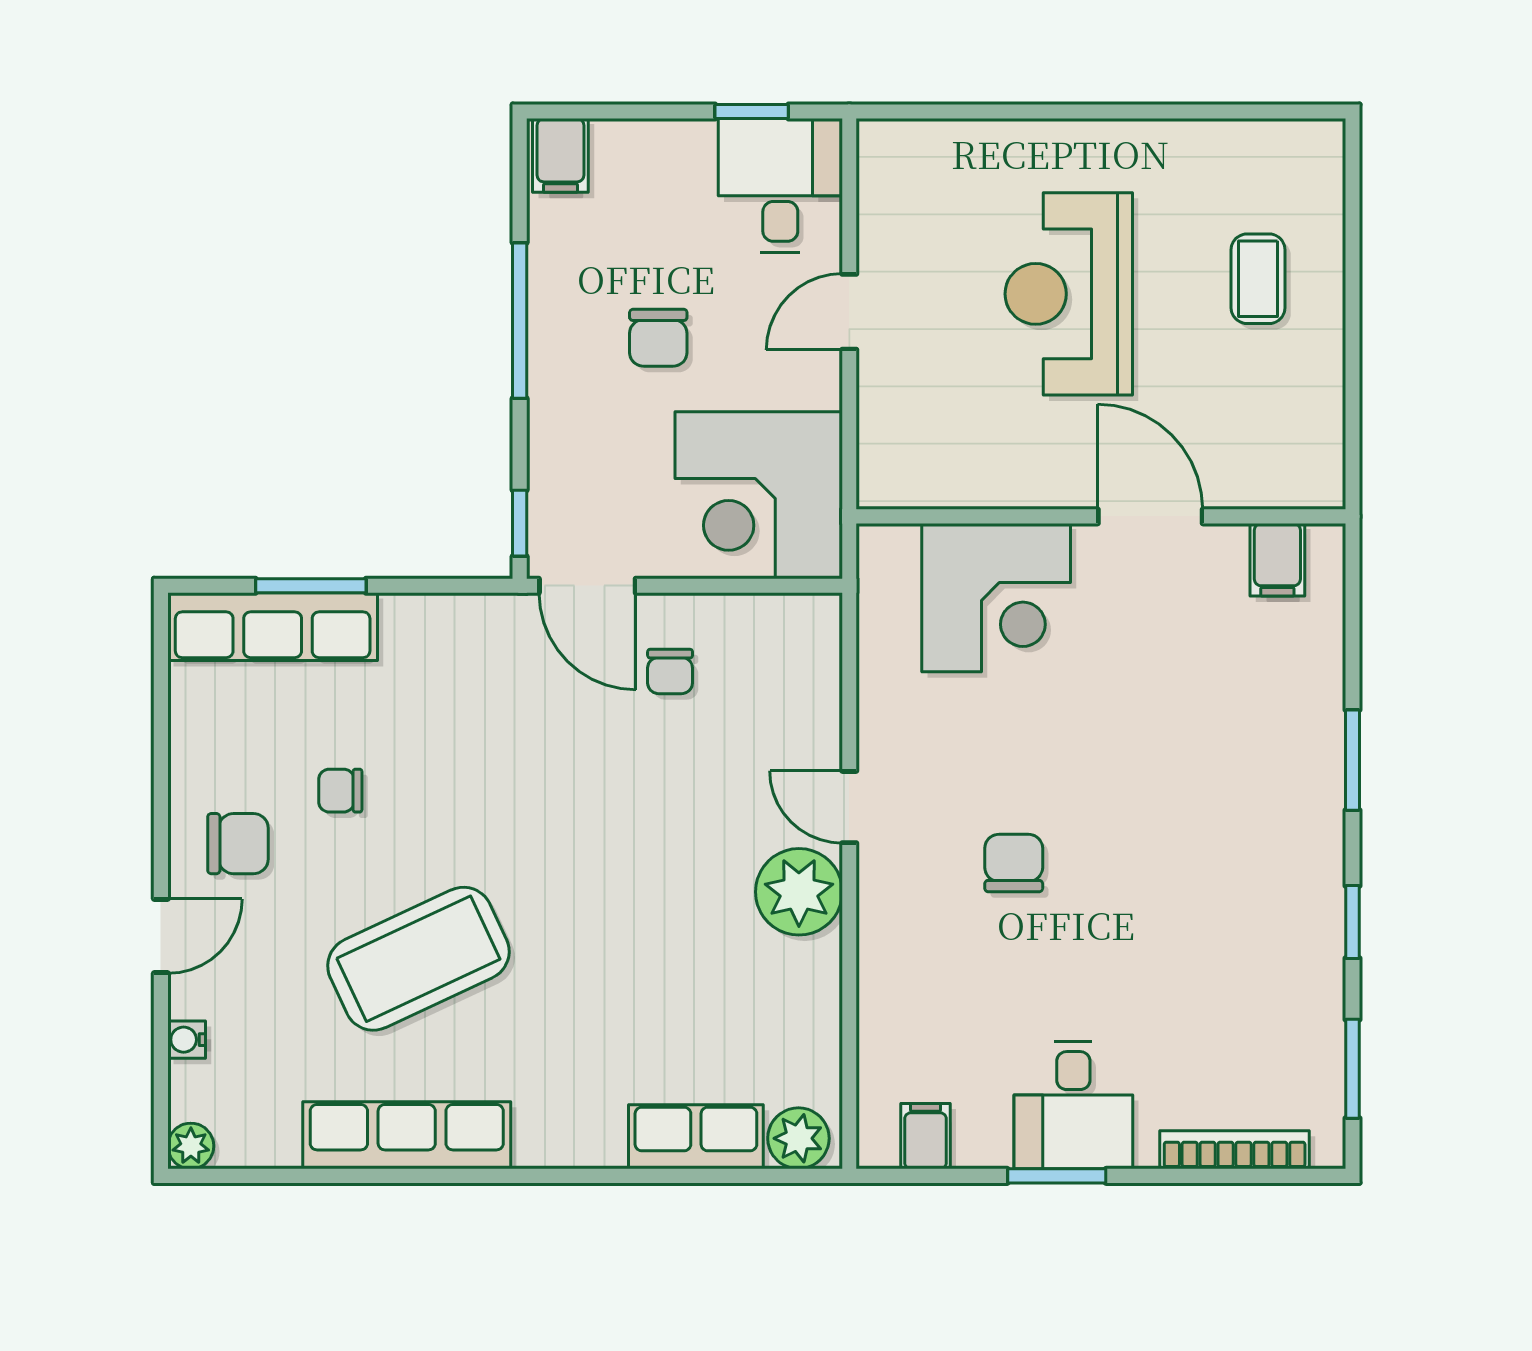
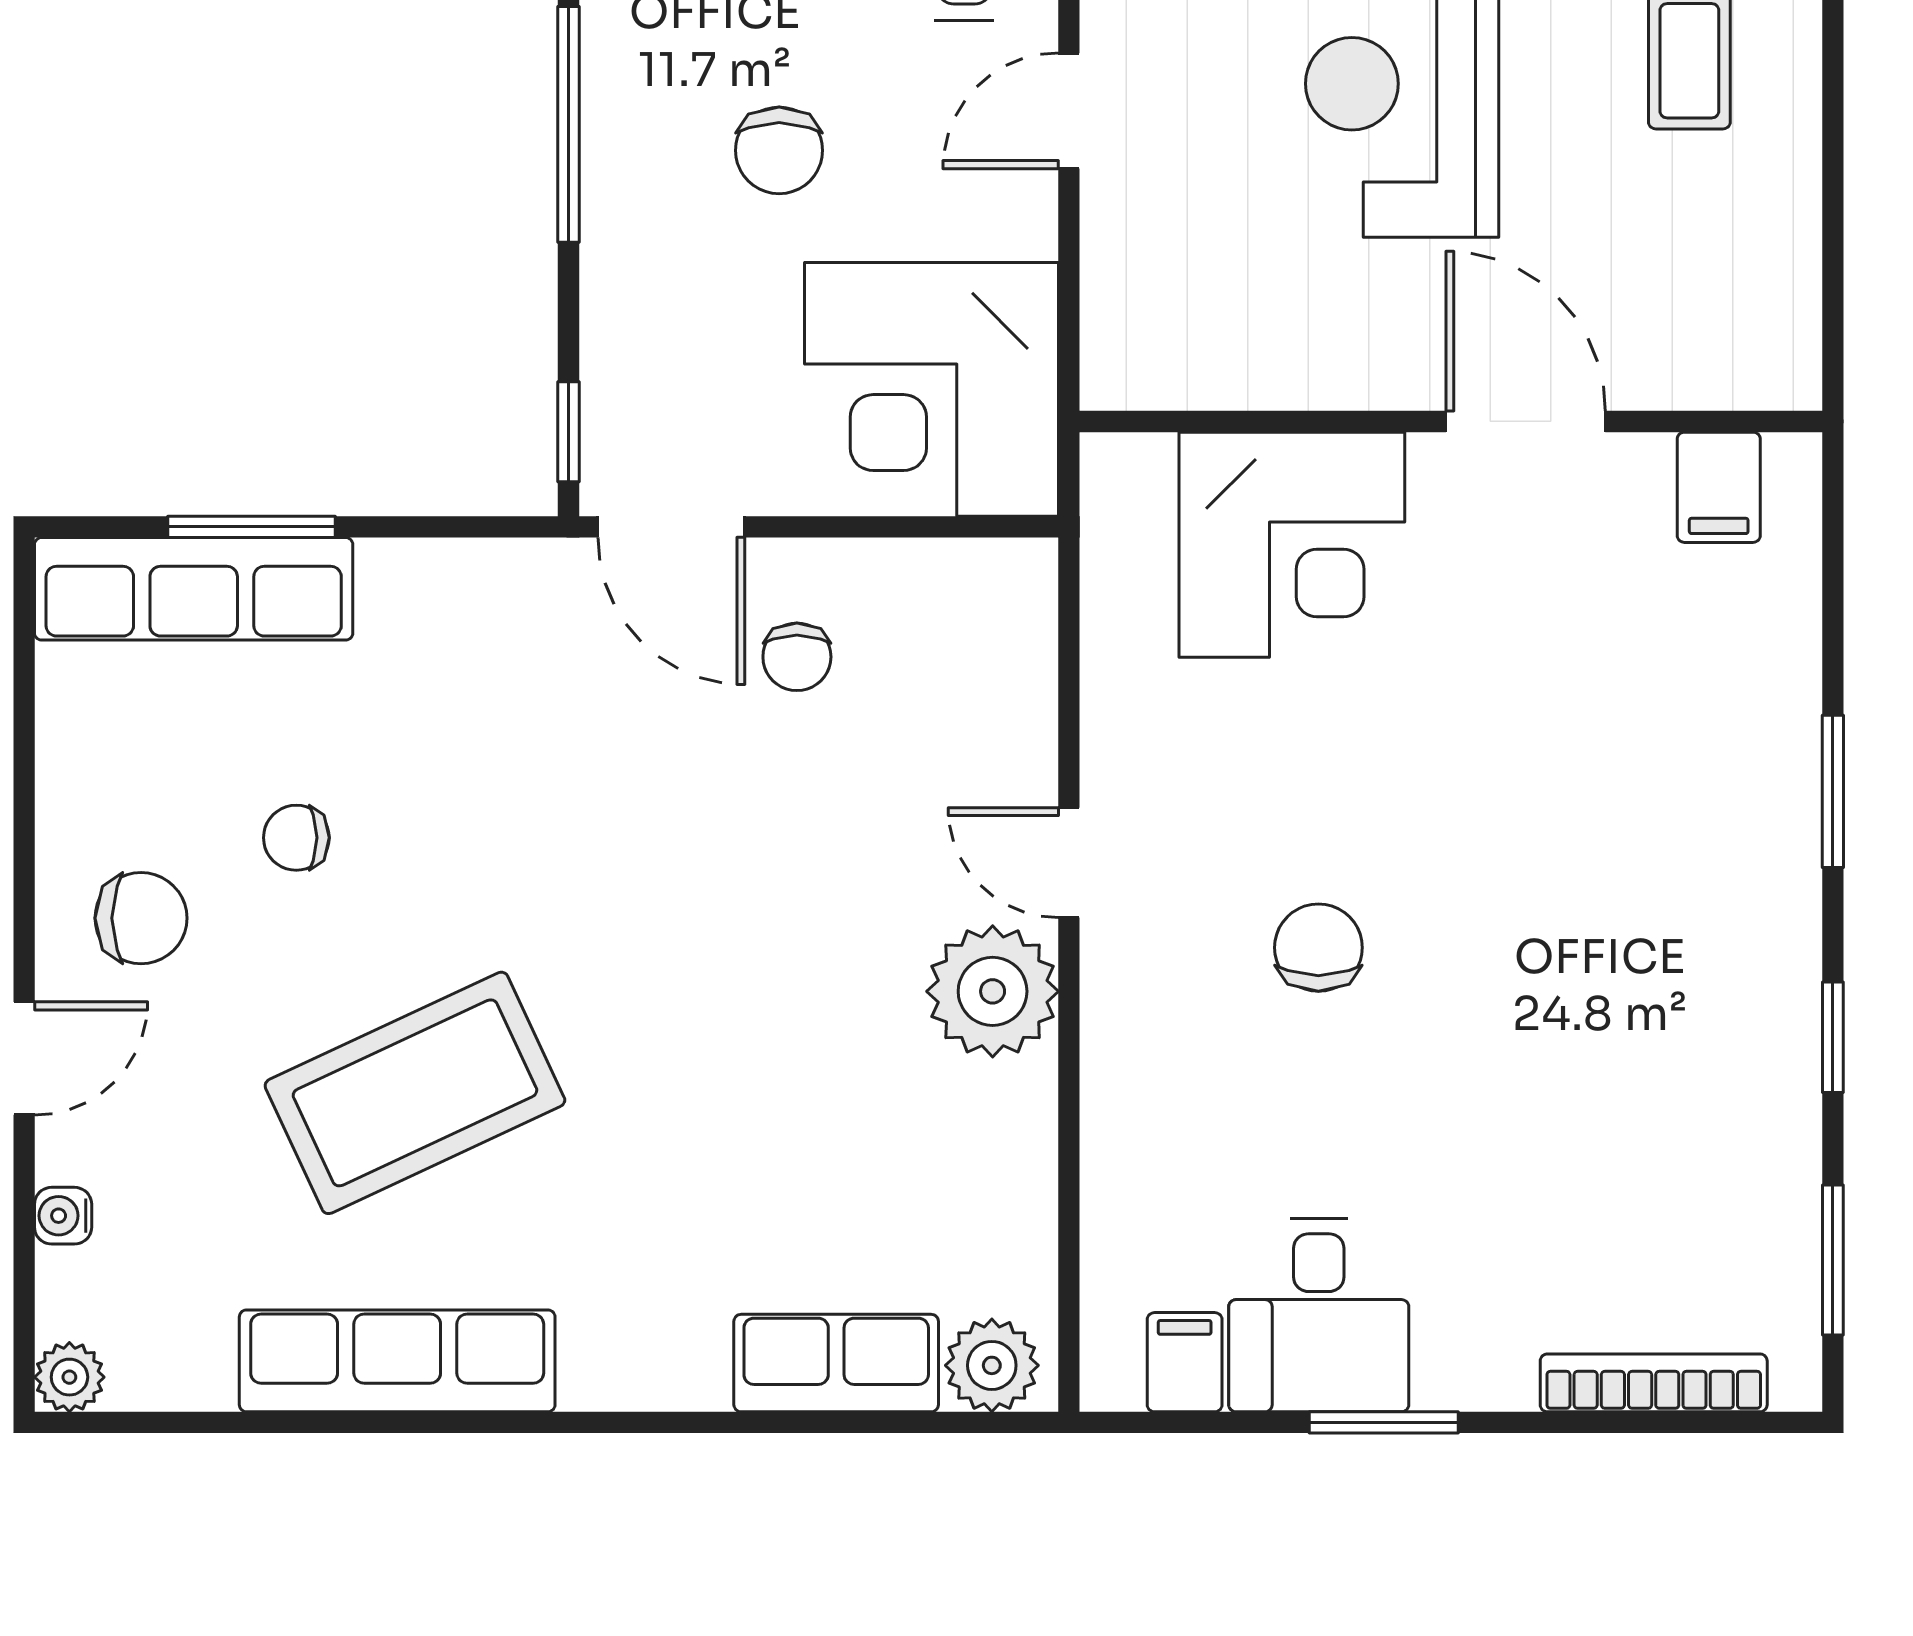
desk: (1073, 1105) -> (1319, 1315), moved

